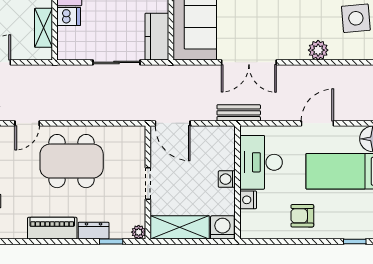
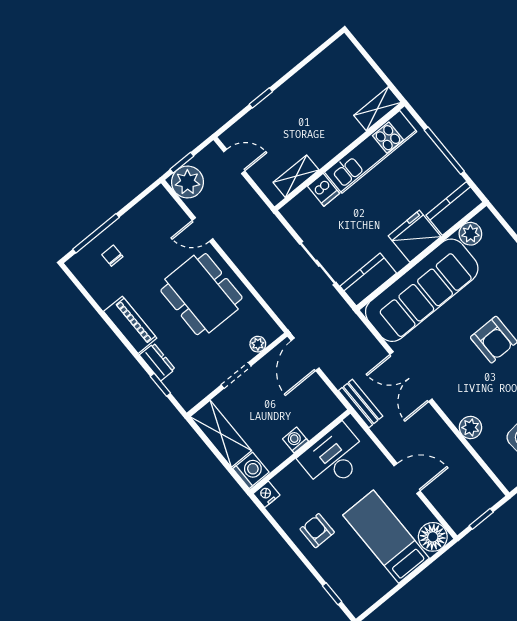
nightstand: (248, 200) -> (267, 494), moved
plant: (139, 232) -> (258, 344), moved

